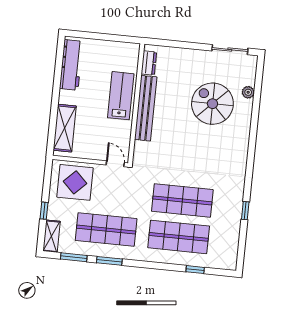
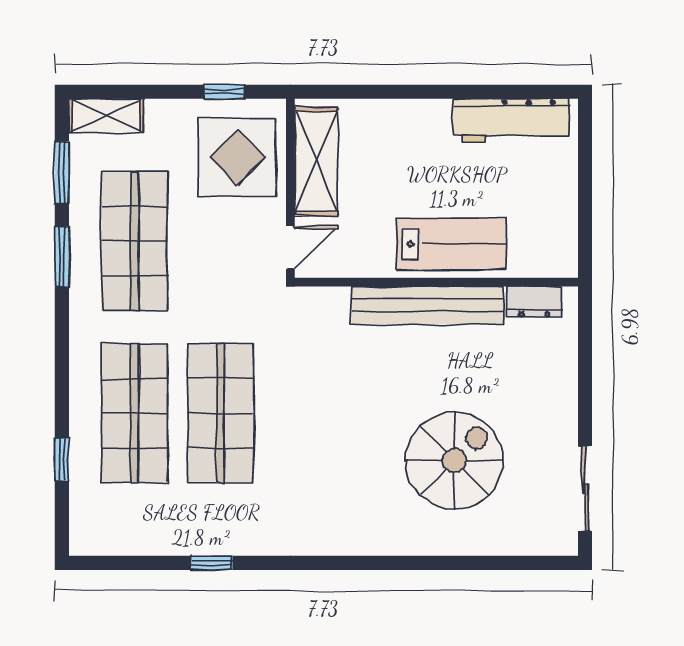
plant: (248, 92) -> (489, 541), removed
shelving: (65, 128) -> (316, 161), moved, turned 90
window: (44, 211) -> (224, 92), moved

